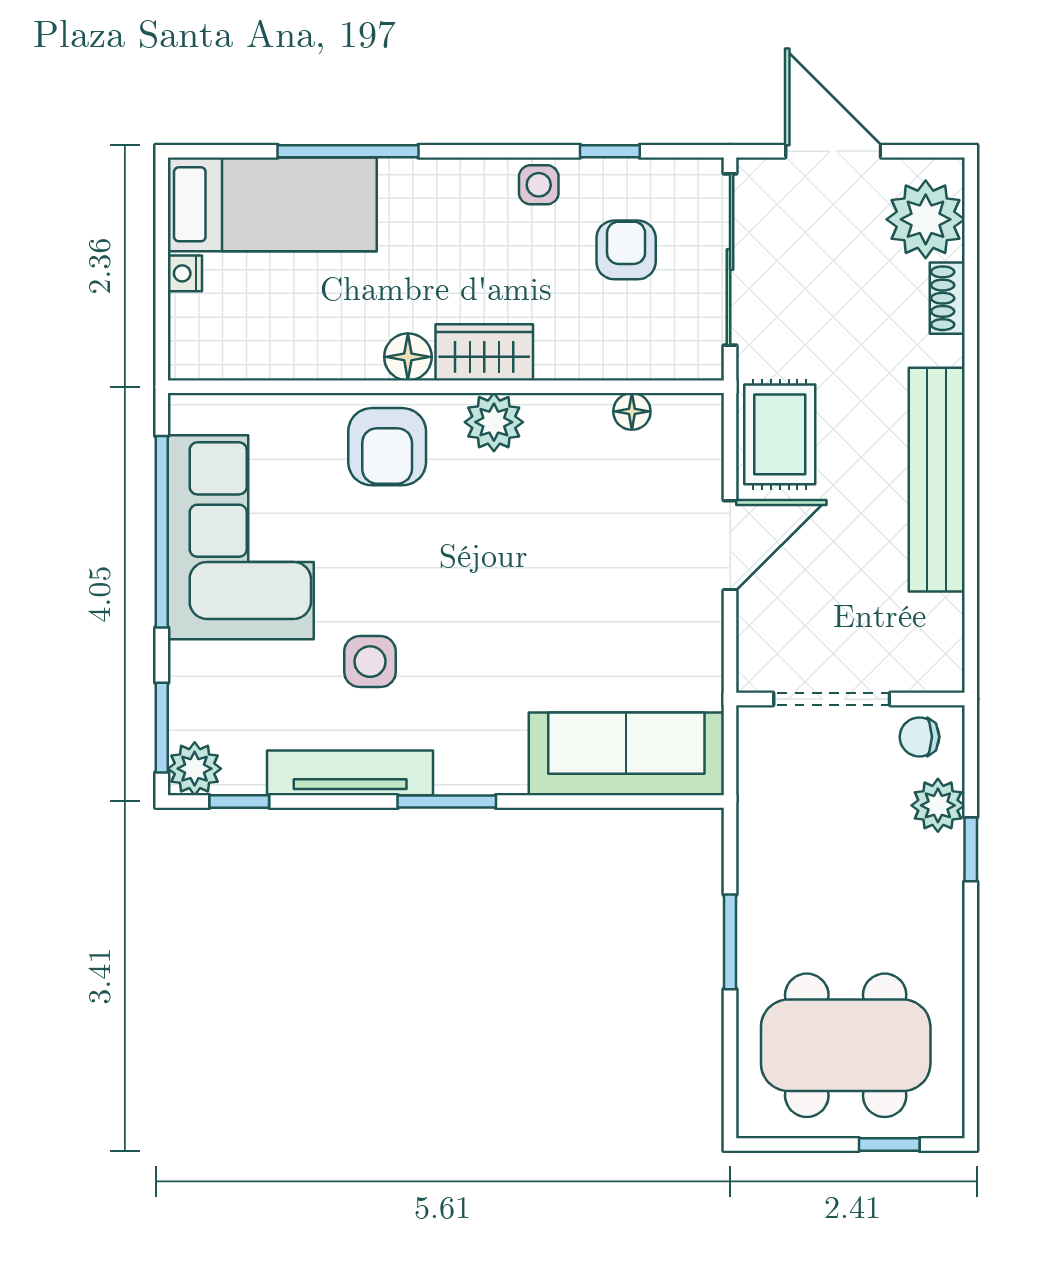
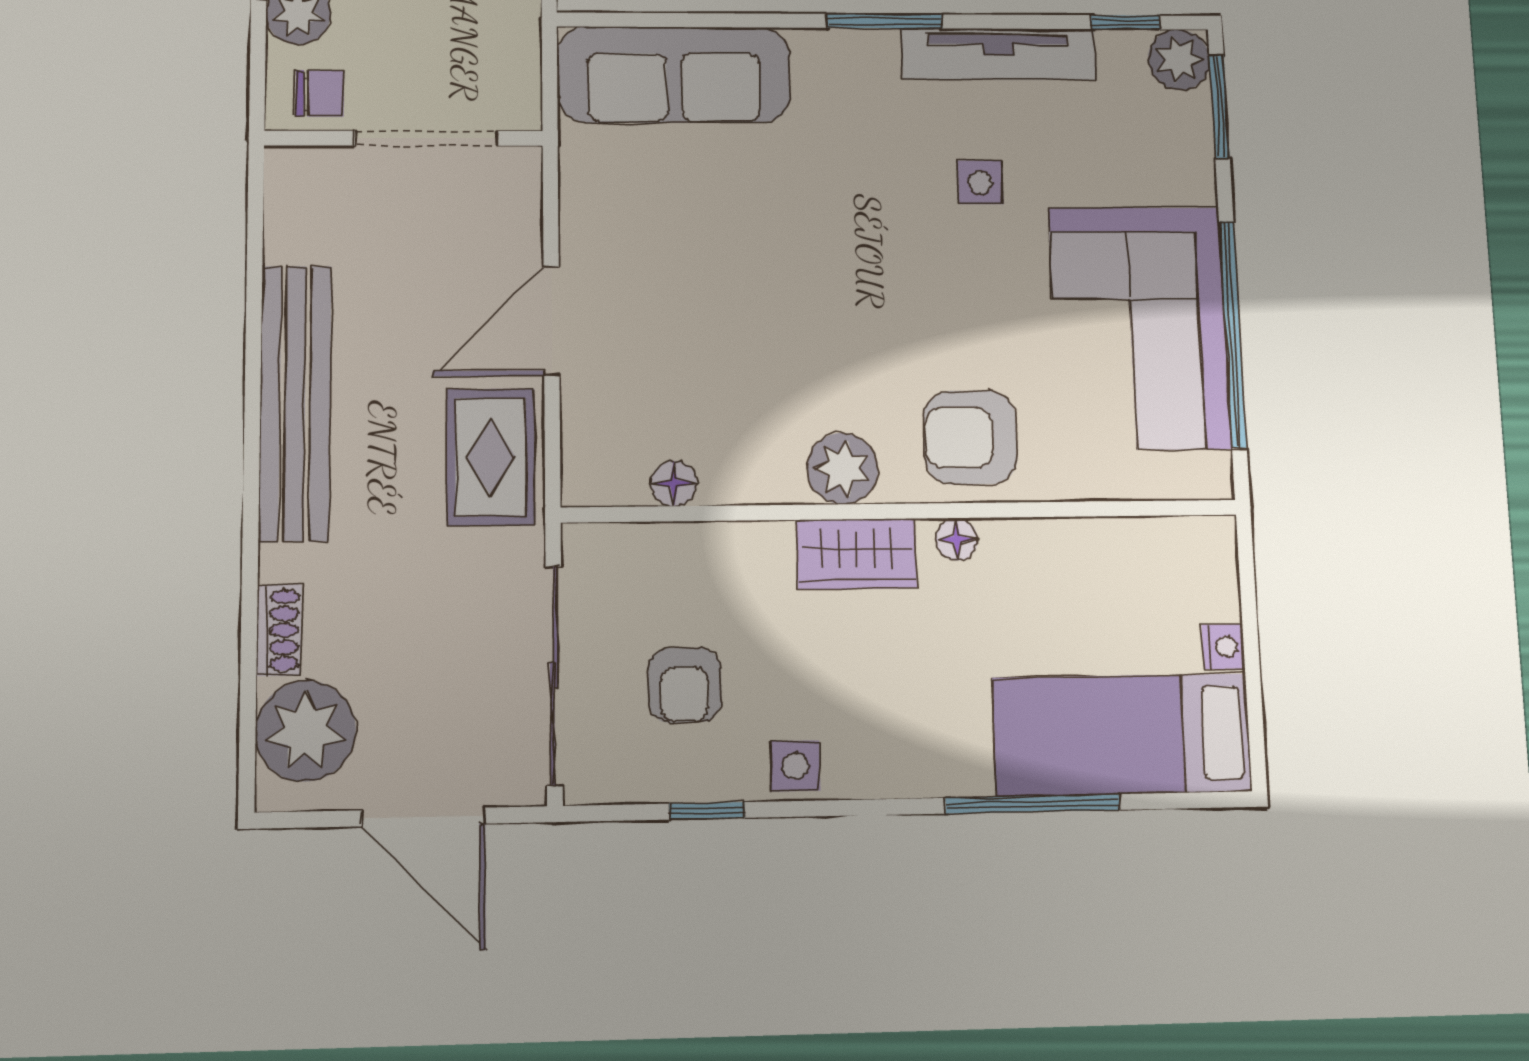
floor lamp: (408, 357) -> (957, 539), width x0.73, depth x0.73
armchair: (387, 447) -> (970, 437), turned -90
side table: (370, 662) -> (981, 182), width x0.73, depth x0.73

